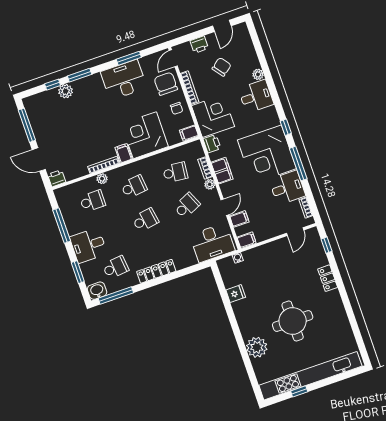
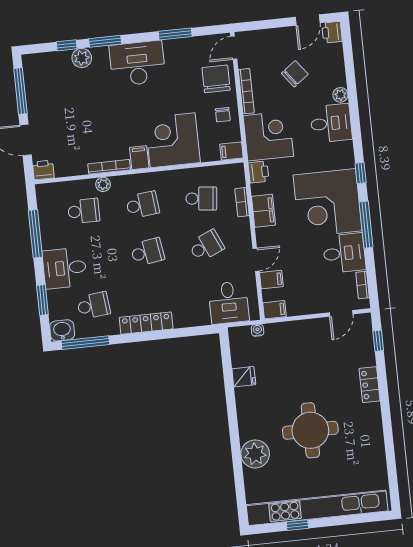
printer: (199, 45) -> (332, 32), moved, turned 90
desk: (124, 80) -> (137, 63), moved
plant: (210, 184) -> (243, 225), removed
desk: (212, 243) -> (229, 303), width x0.73

